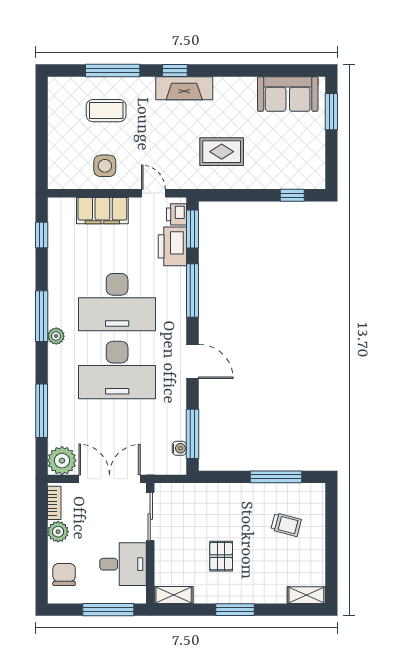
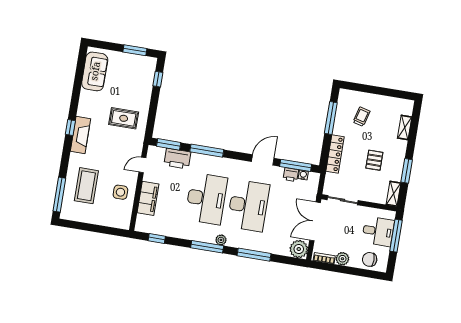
window: (113, 71) -> (59, 195), moved
window: (175, 71) -> (70, 128), moved
coffee table: (106, 111) -> (86, 186), width x1.36, depth x1.32
window: (331, 112) -> (135, 50), moved
rug: (222, 152) -> (124, 118), turned 90
printer: (177, 214) -> (291, 175), moved
door: (192, 361) -> (263, 160), moved
window: (42, 411) -> (254, 255), moved
locker: (221, 493) -> (335, 154), added
pallet: (221, 556) -> (374, 160), turned 90
desk: (123, 564) -> (378, 231), moved, turned 90
shelving: (306, 595) -> (405, 127), moved
window: (235, 610) -> (407, 171), moved

